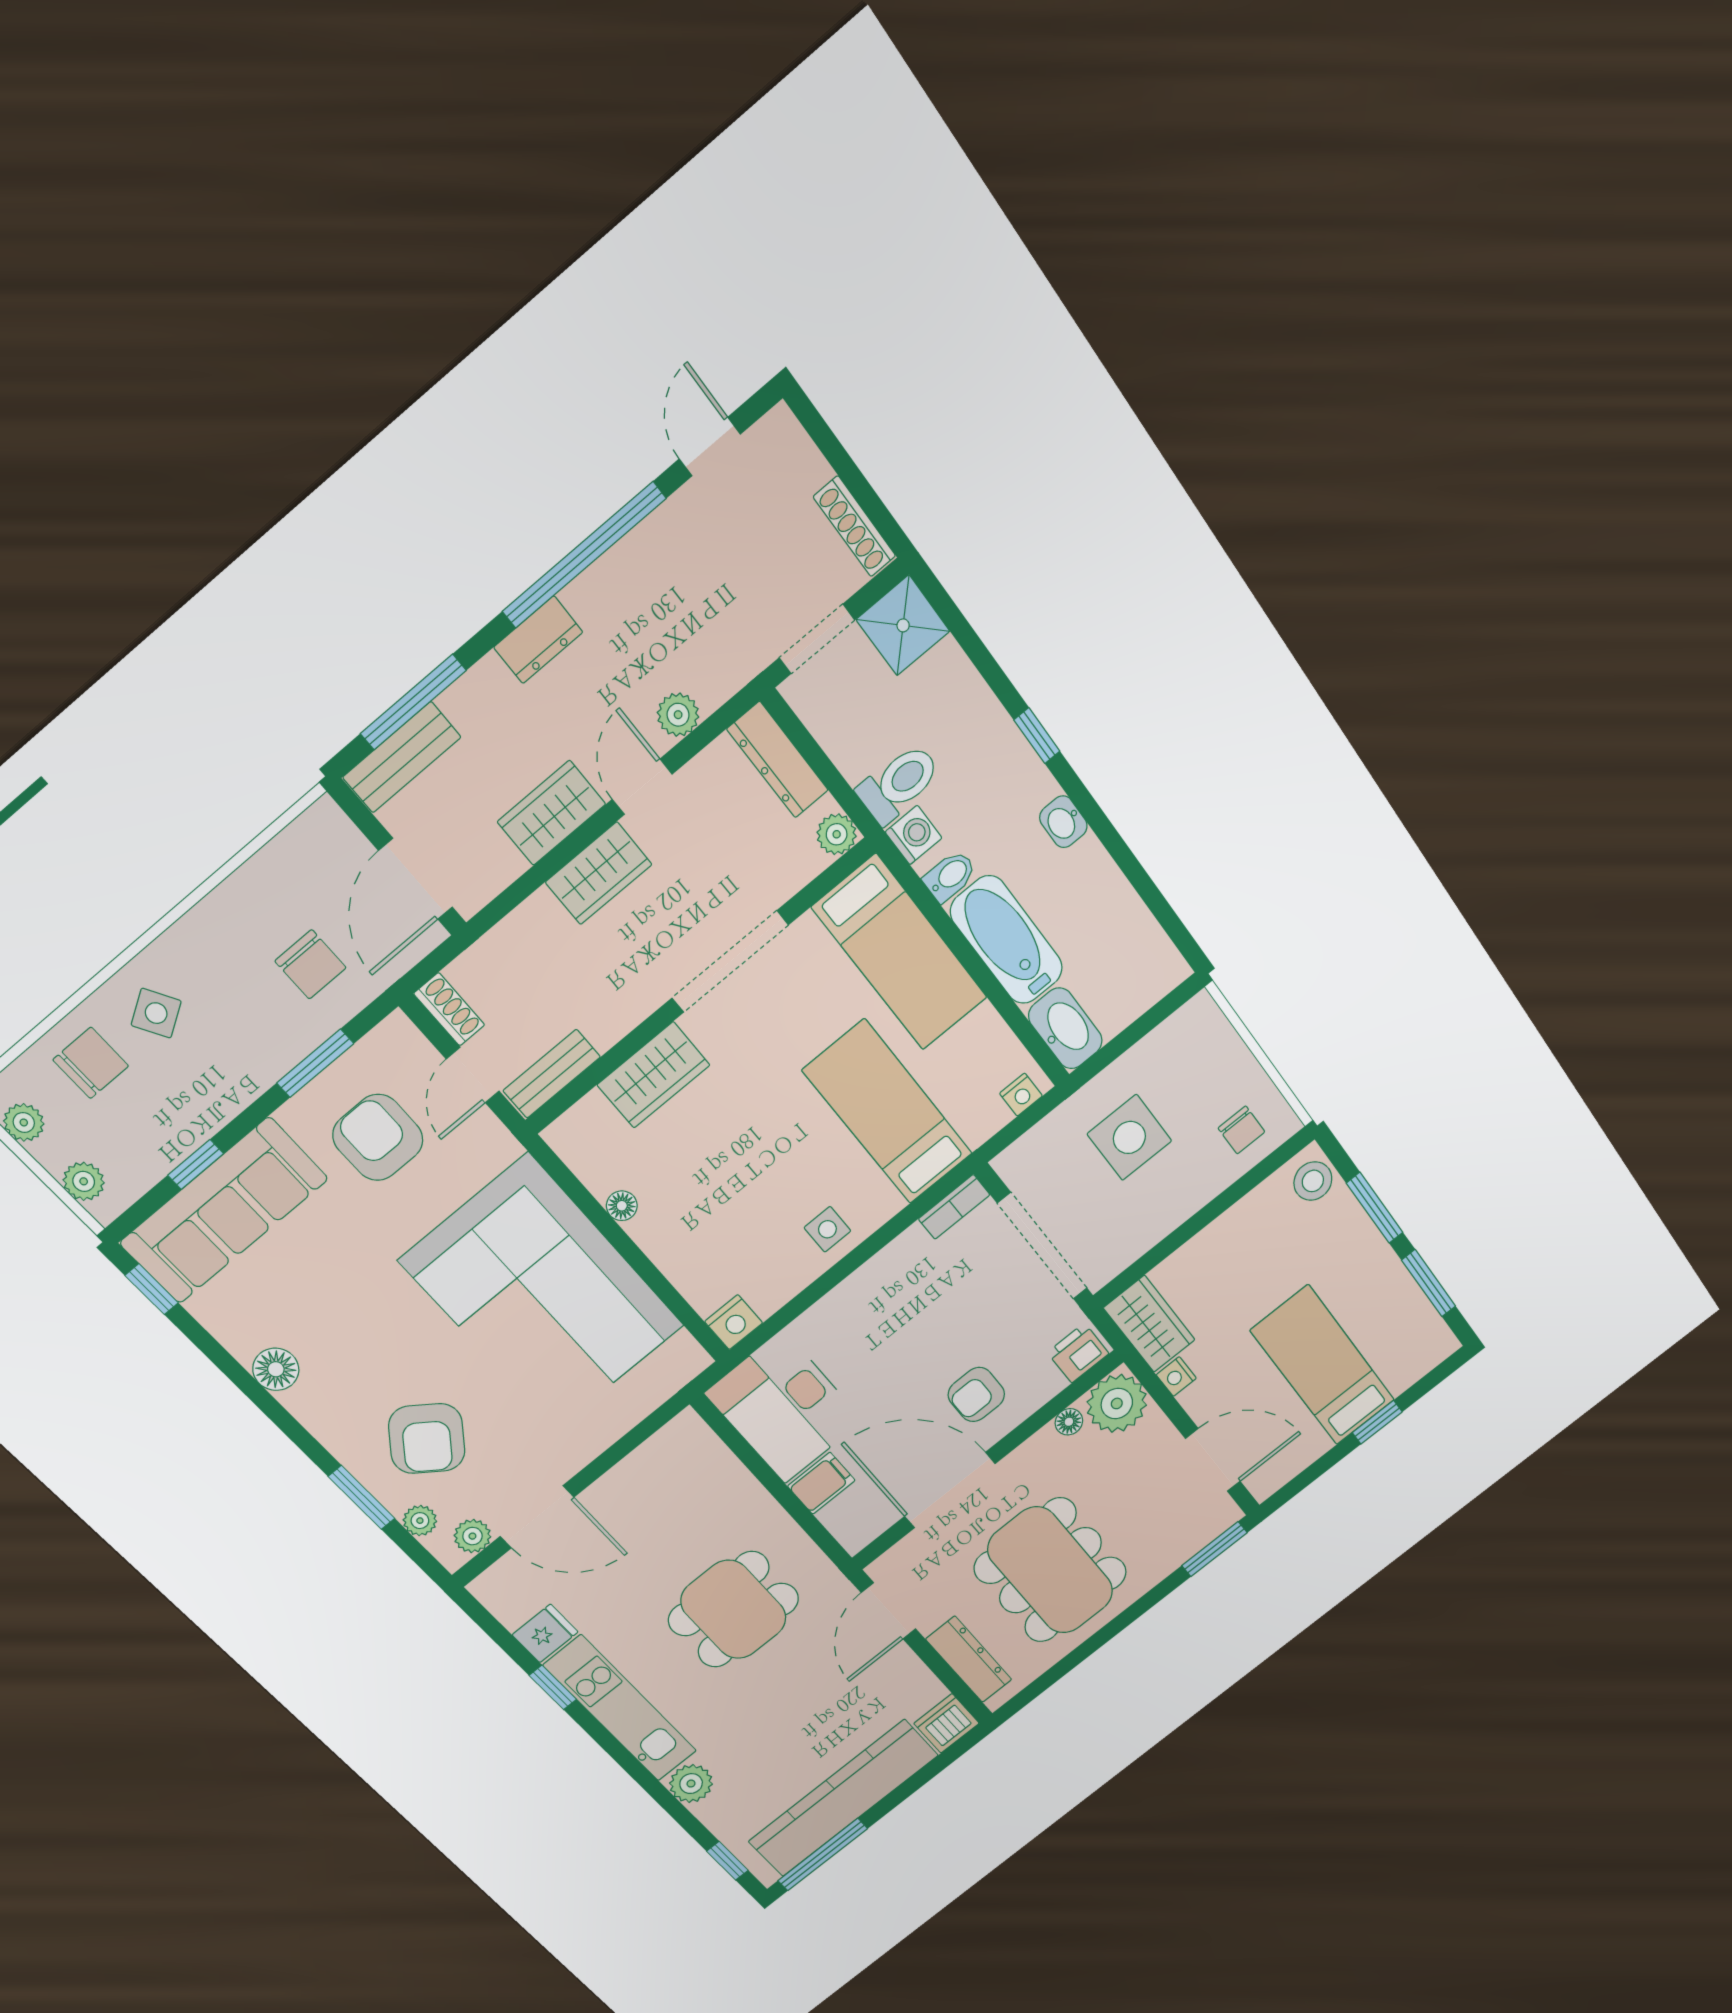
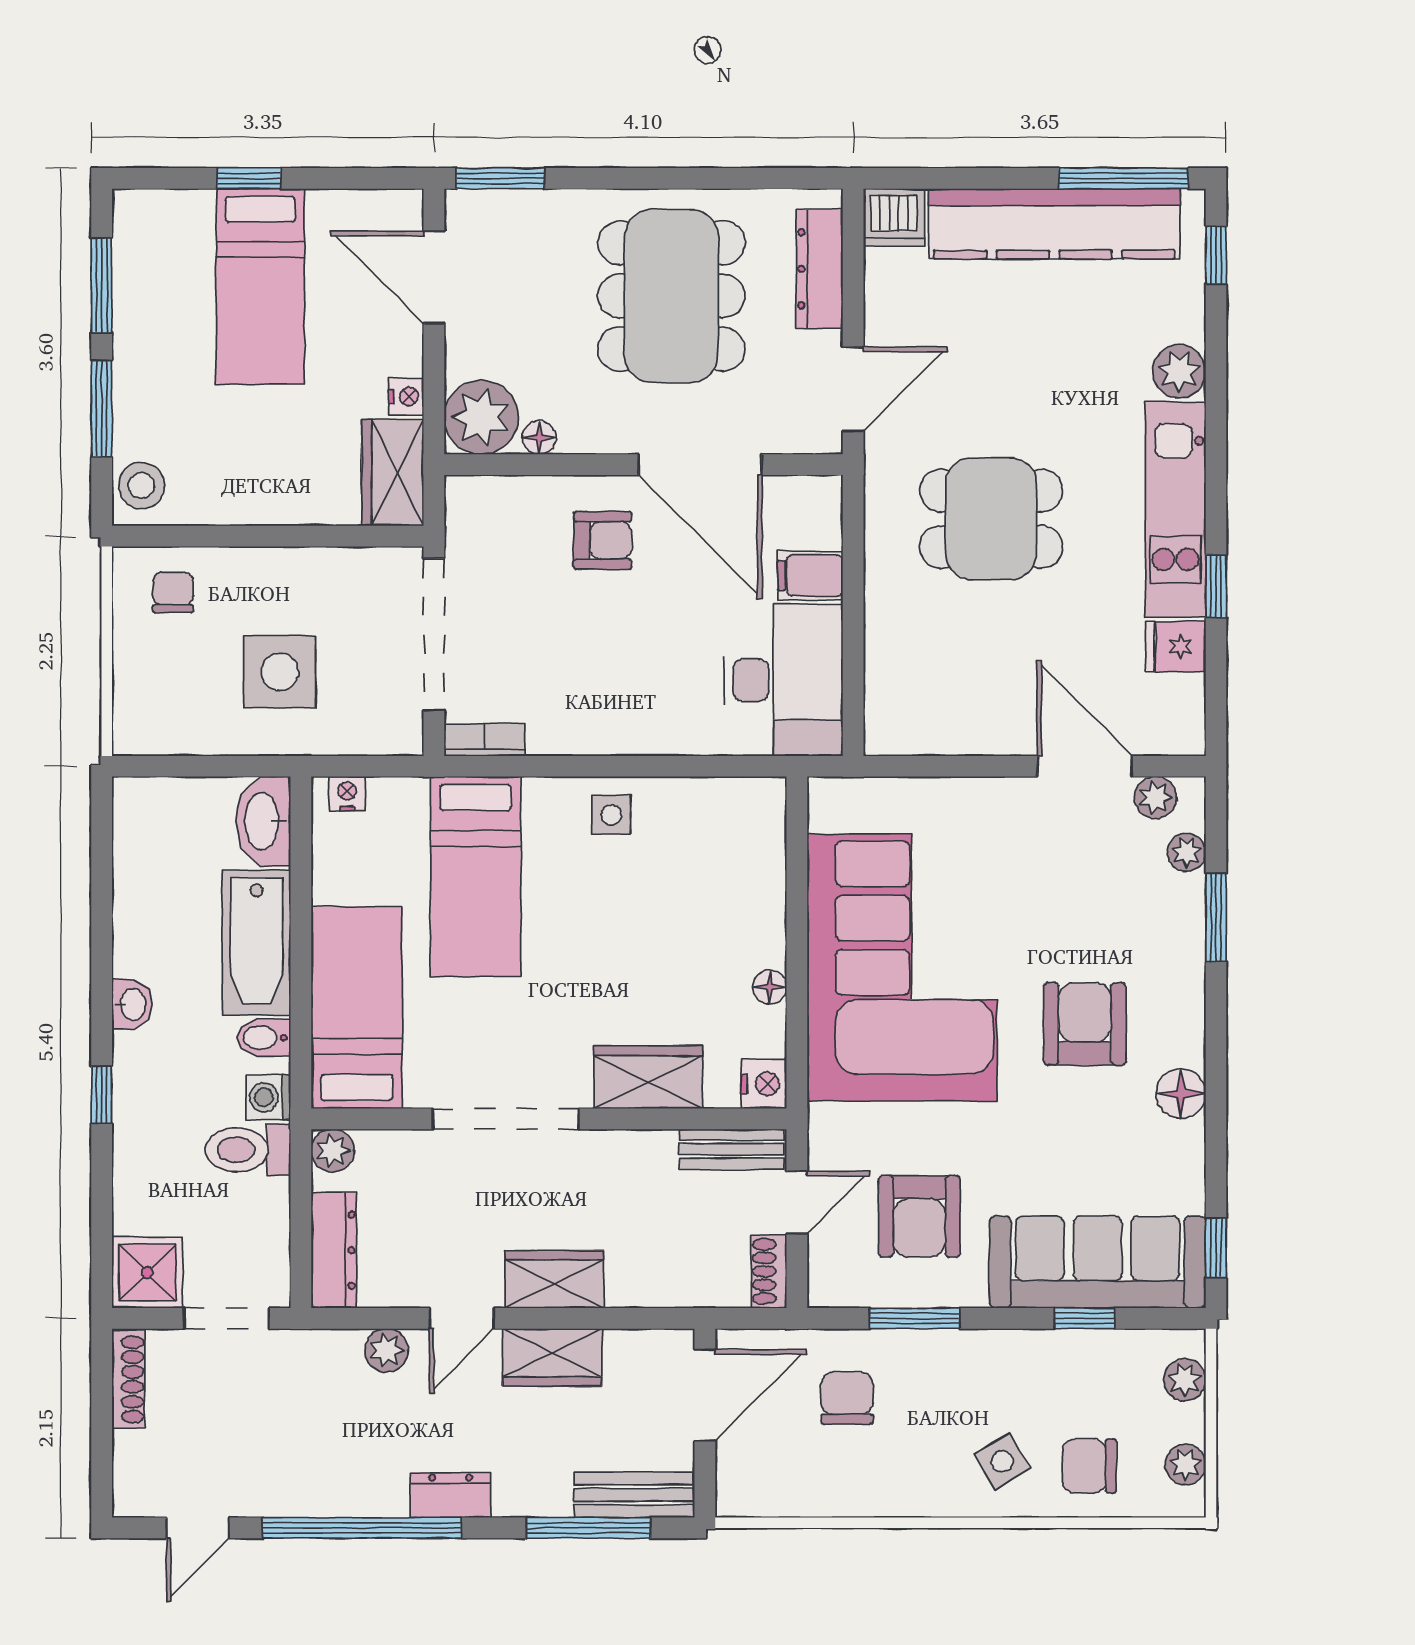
nightstand: (734, 1322) -> (764, 1084), moved, turned 90
printer: (1078, 1353) -> (479, 501), removed
armchair: (427, 1439) -> (1085, 1024), moved, turned -37

